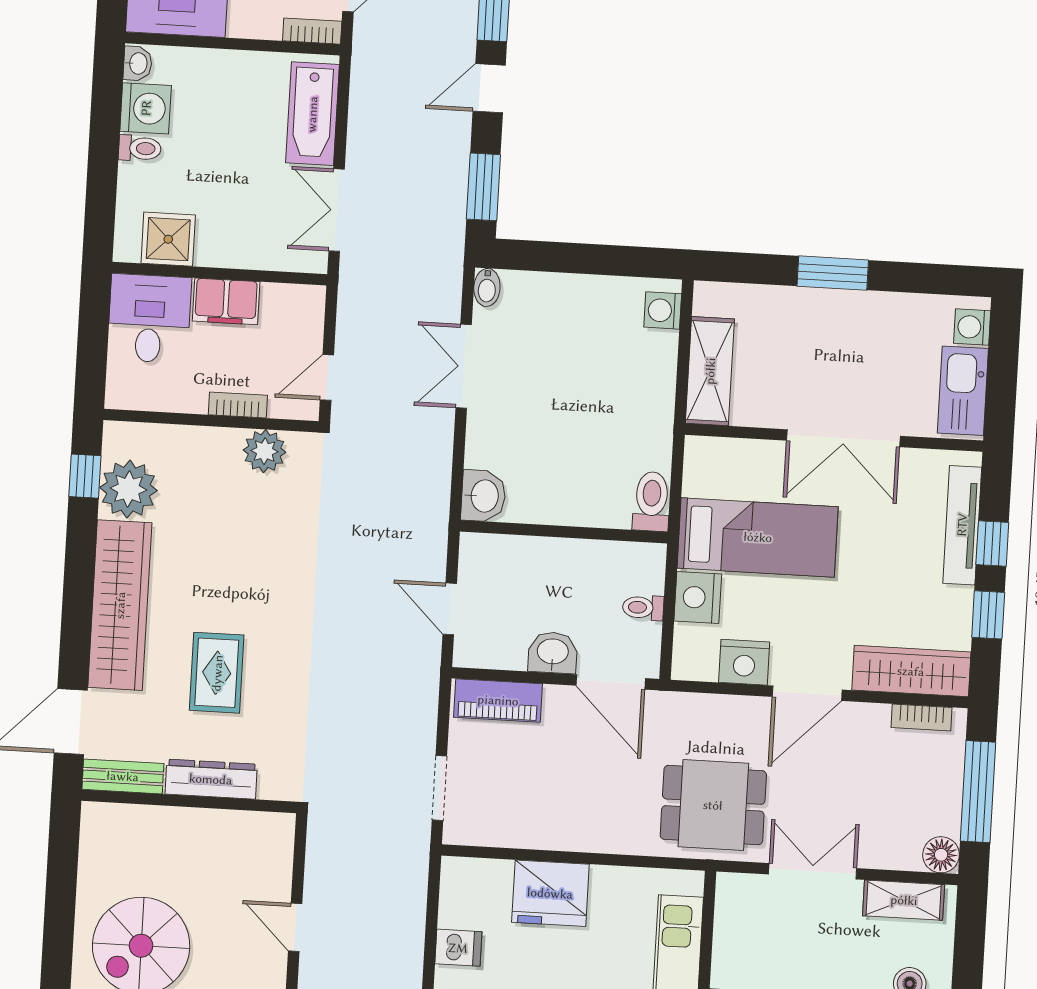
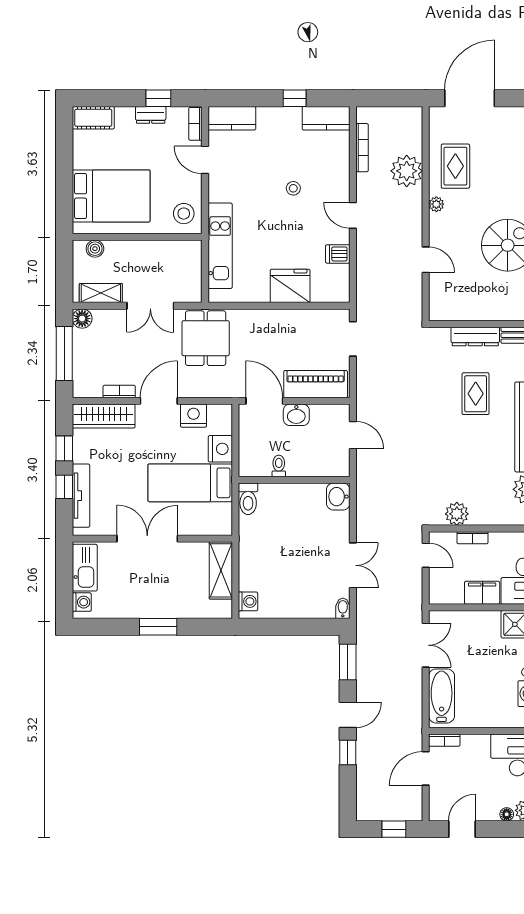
door: (327, 377) -> (426, 555), hinge flipped
toilet: (643, 608) -> (279, 466), moved, turned -90
piano: (498, 700) -> (316, 384), width x1.37, depth x1.33
bookcase: (922, 717) -> (119, 391), moved
dining table: (713, 805) -> (206, 338), turned 90

